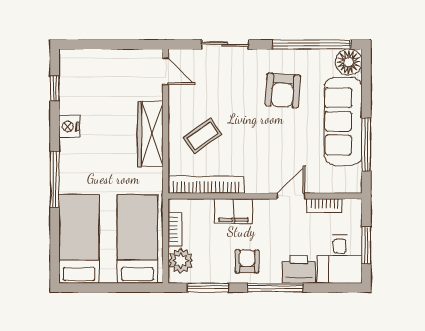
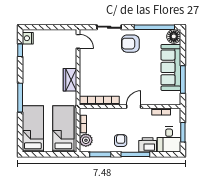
armchair: (283, 90) -> (130, 44), moved, turned 86
nightstand: (69, 127) -> (28, 38), moved
wardrobe: (150, 134) -> (70, 80), width x0.67
coffee table: (202, 136) -> (97, 75), removed
door: (291, 196) -> (134, 106), moved
filing cabinet: (233, 211) -> (113, 114), removed

